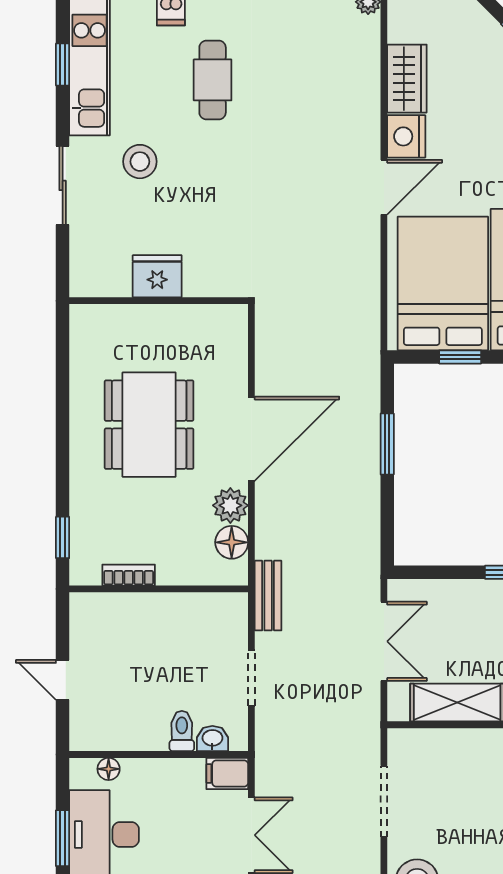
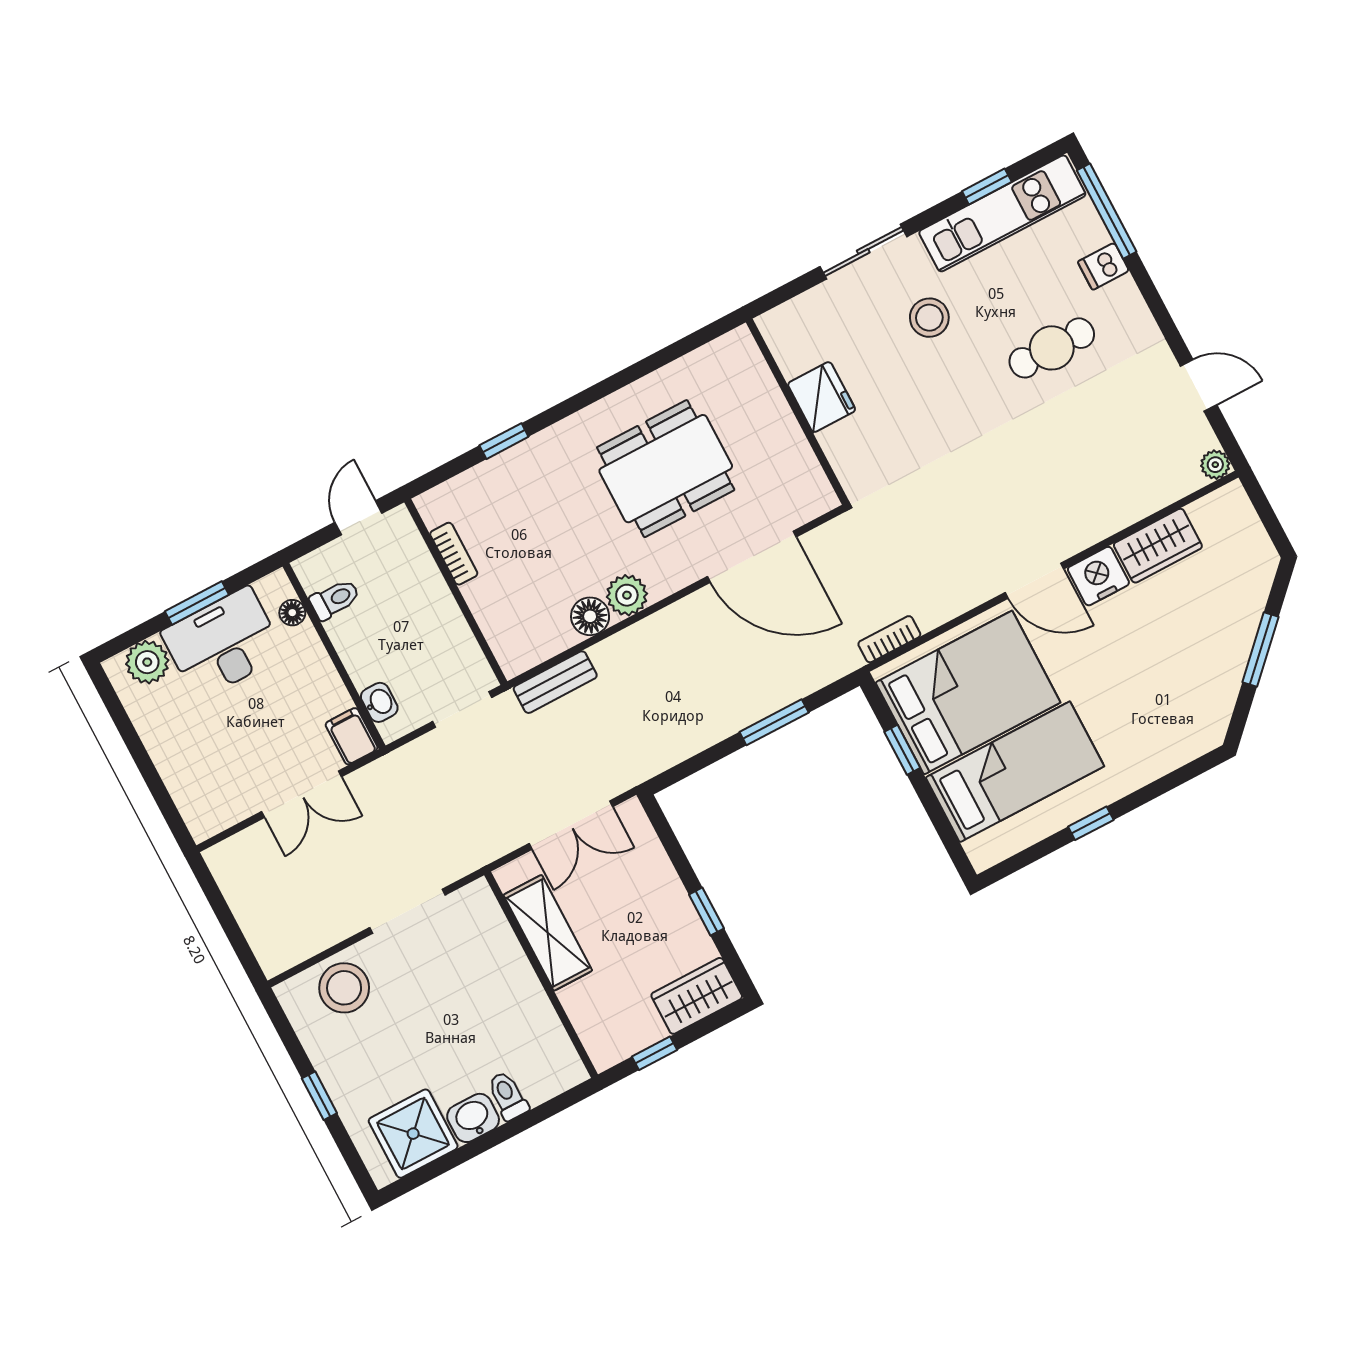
bookcase: (370, 322) -> (889, 639), added
door: (251, 439) -> (752, 557), moved
bookcase: (129, 575) -> (454, 554), moved
wall: (159, 589) -> (456, 592), moved
toilet: (182, 731) -> (335, 599), moved

